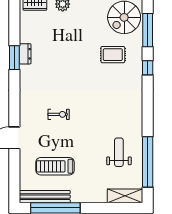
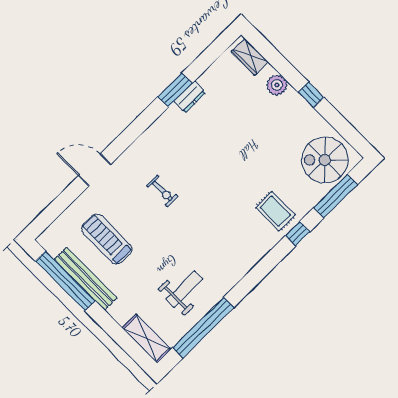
rug: (113, 55) -> (275, 211), moved
bench: (45, 197) -> (86, 279), moved

